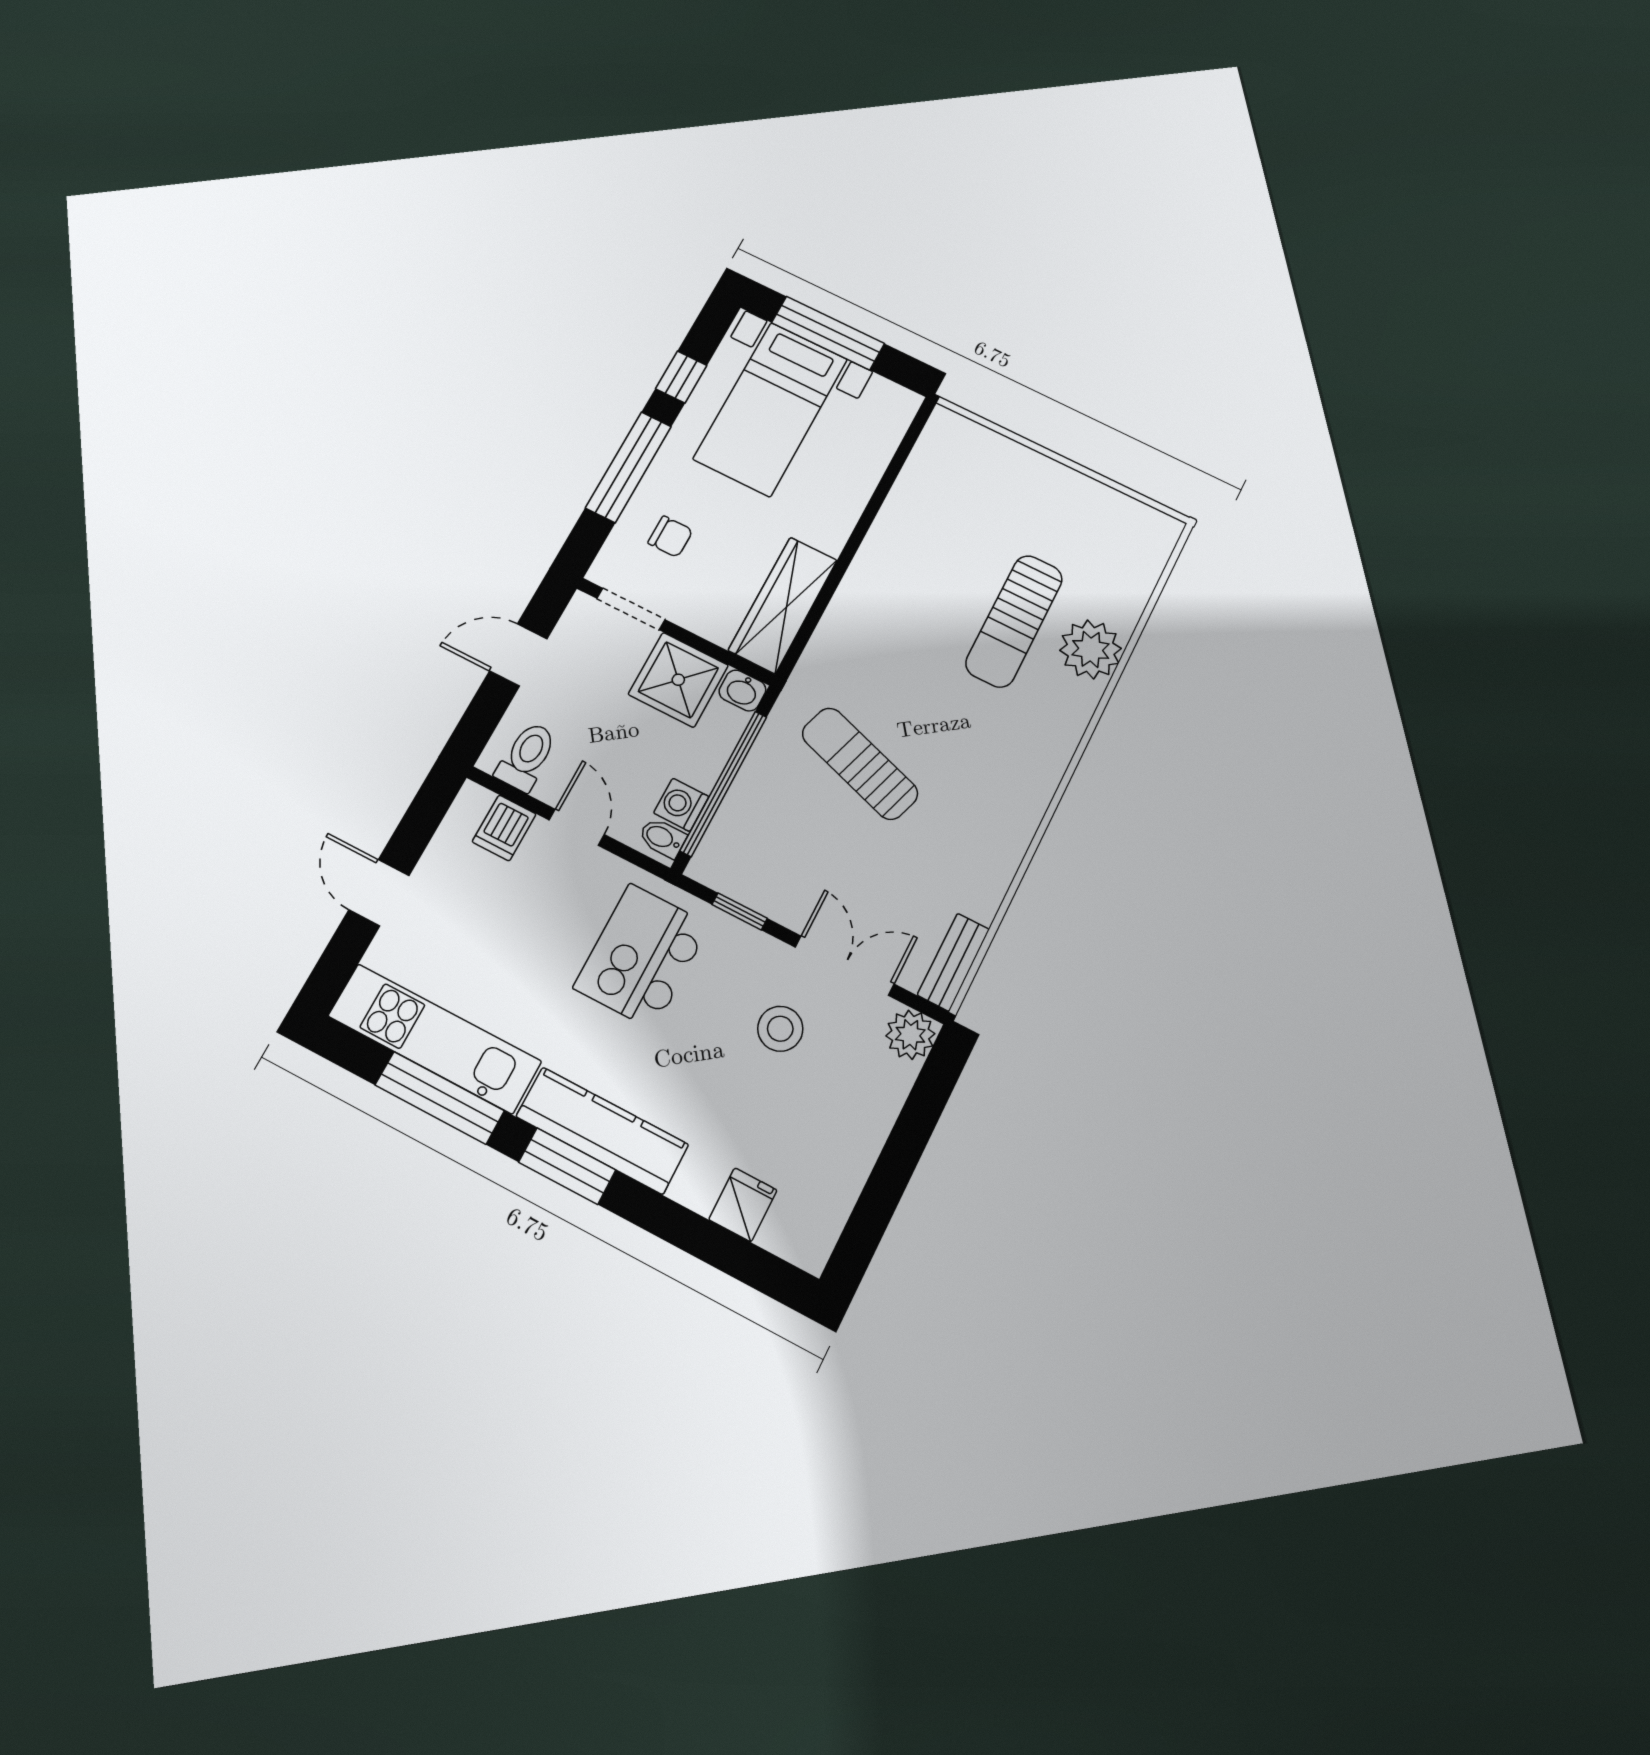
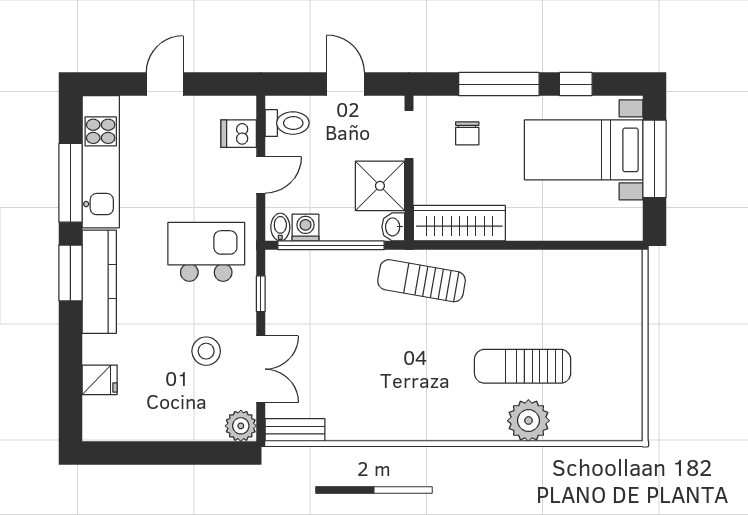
sun lounger: (860, 764) -> (422, 281), moved, turned -98

